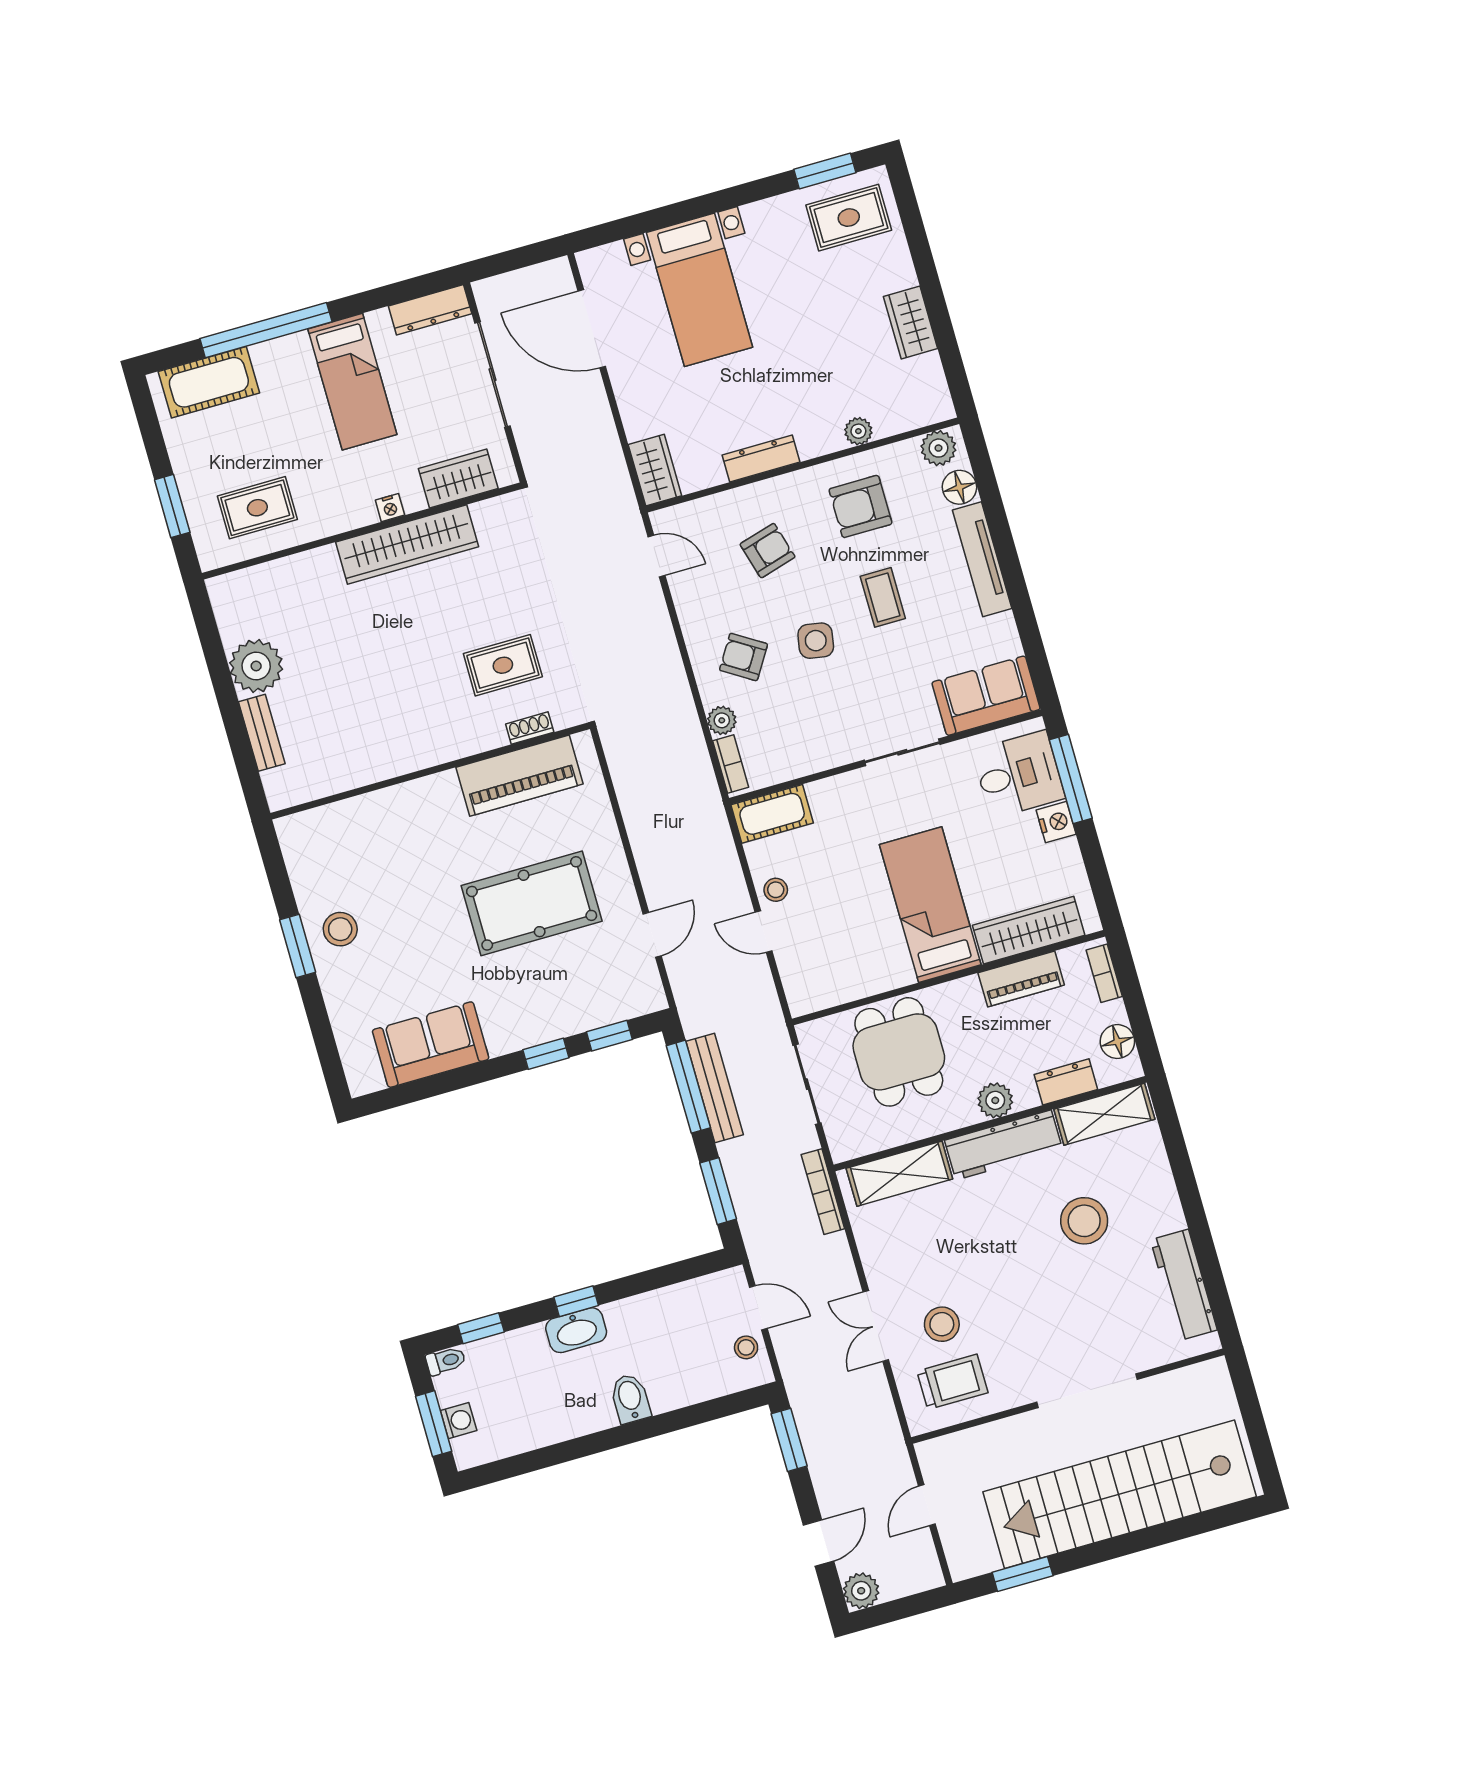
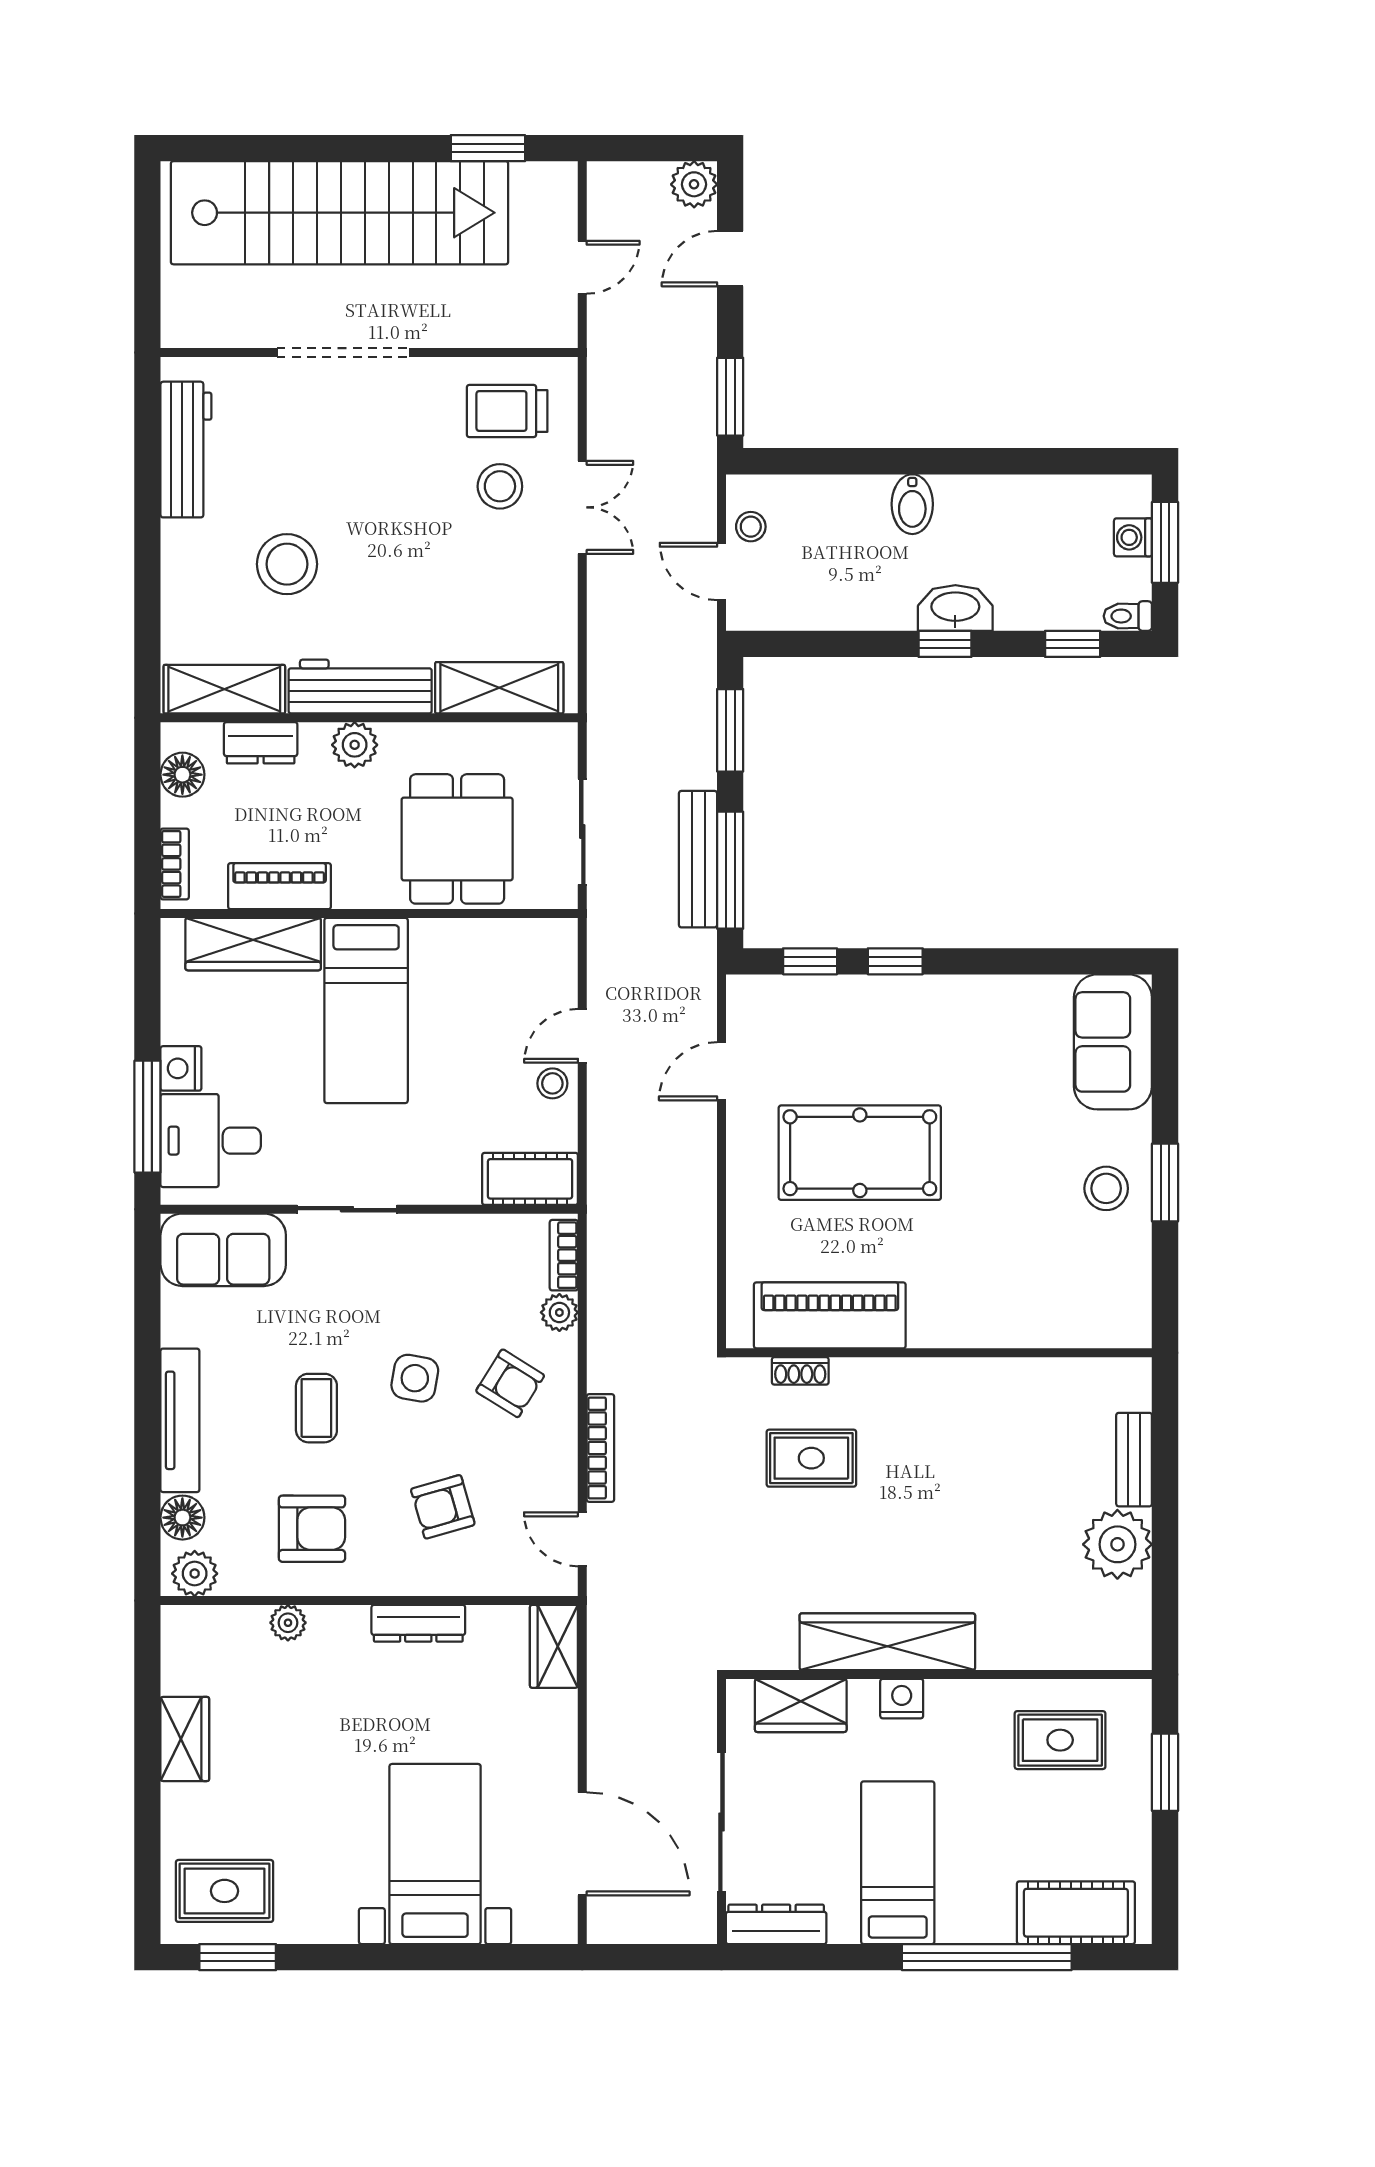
nightstand: (390, 508) -> (902, 1699), width x1.39, depth x1.35
door: (764, 932) -> (582, 1036), swing flipped
sofa: (431, 1045) -> (1113, 1042), moved, turned 90
bookcase: (823, 1192) -> (600, 1448), moved

